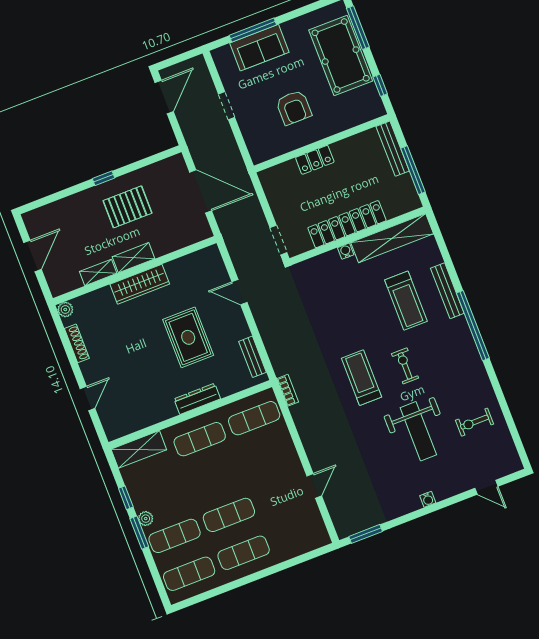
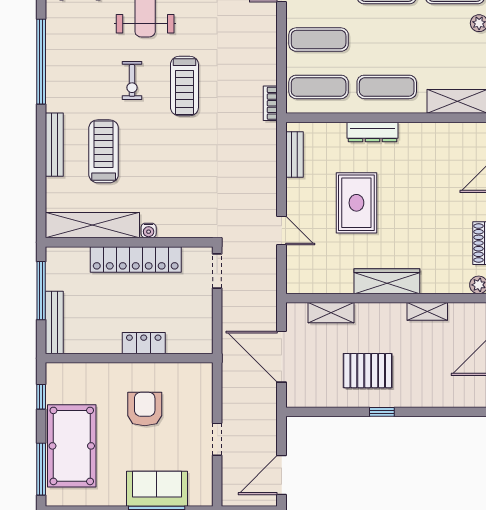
shelving: (133, 258) -> (331, 313), moved
window: (473, 326) -> (41, 62), moved
exercise mat: (269, 456) -> (319, 40), added

